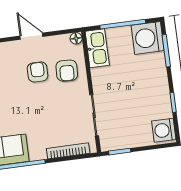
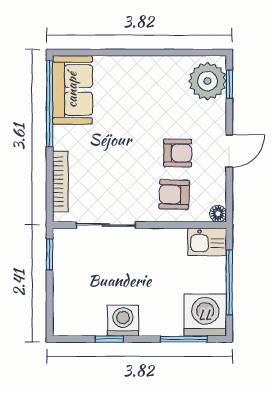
kitchen sink: (97, 48) -> (207, 242), width x0.73
washing machine: (164, 130) -> (123, 321), moved

